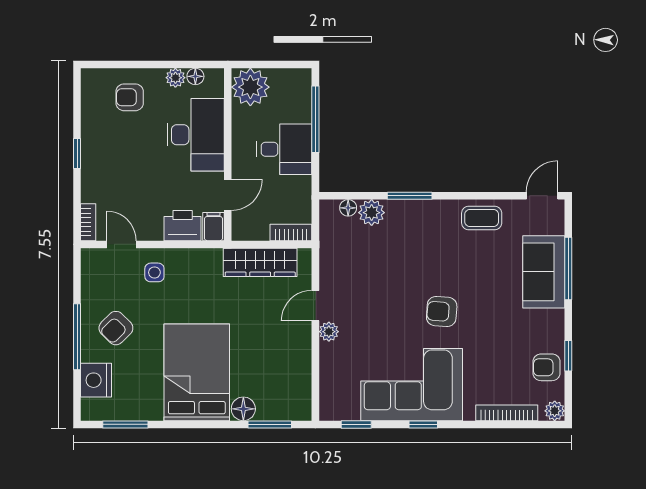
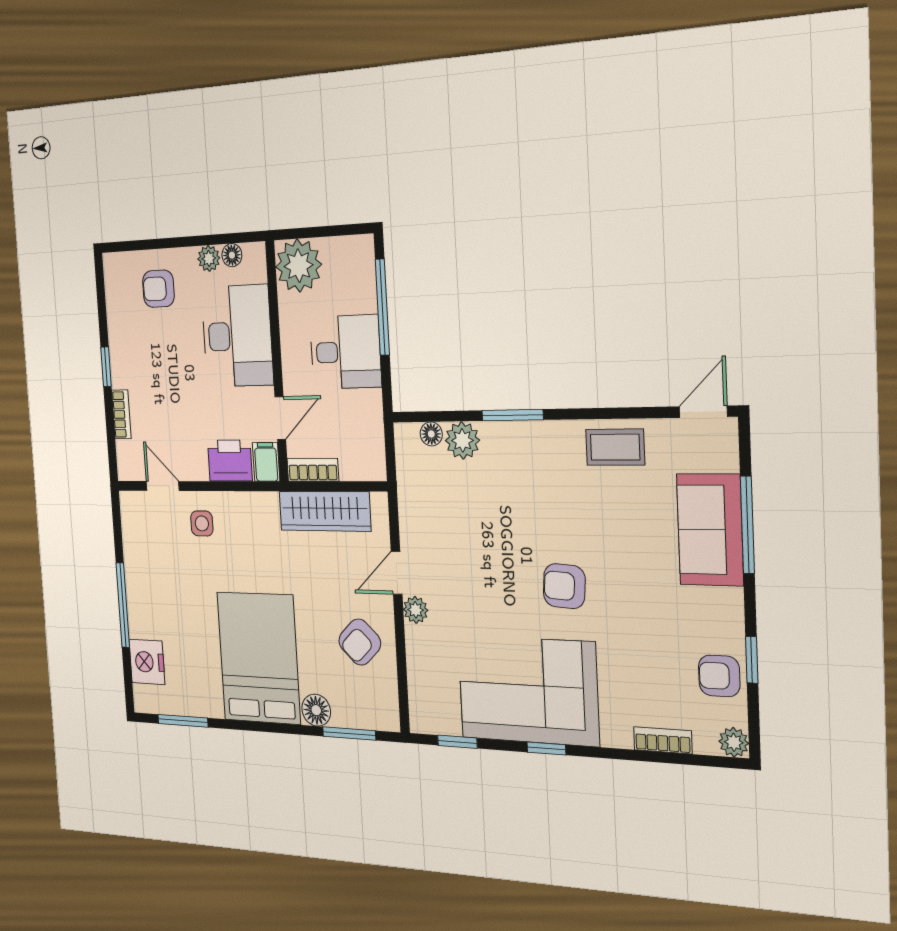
bookcase: (88, 222) -> (121, 414), moved
bookcase: (291, 232) -> (313, 470), moved
armchair: (116, 328) -> (360, 642), moved
bookcase: (507, 413) -> (663, 740), width x0.64

